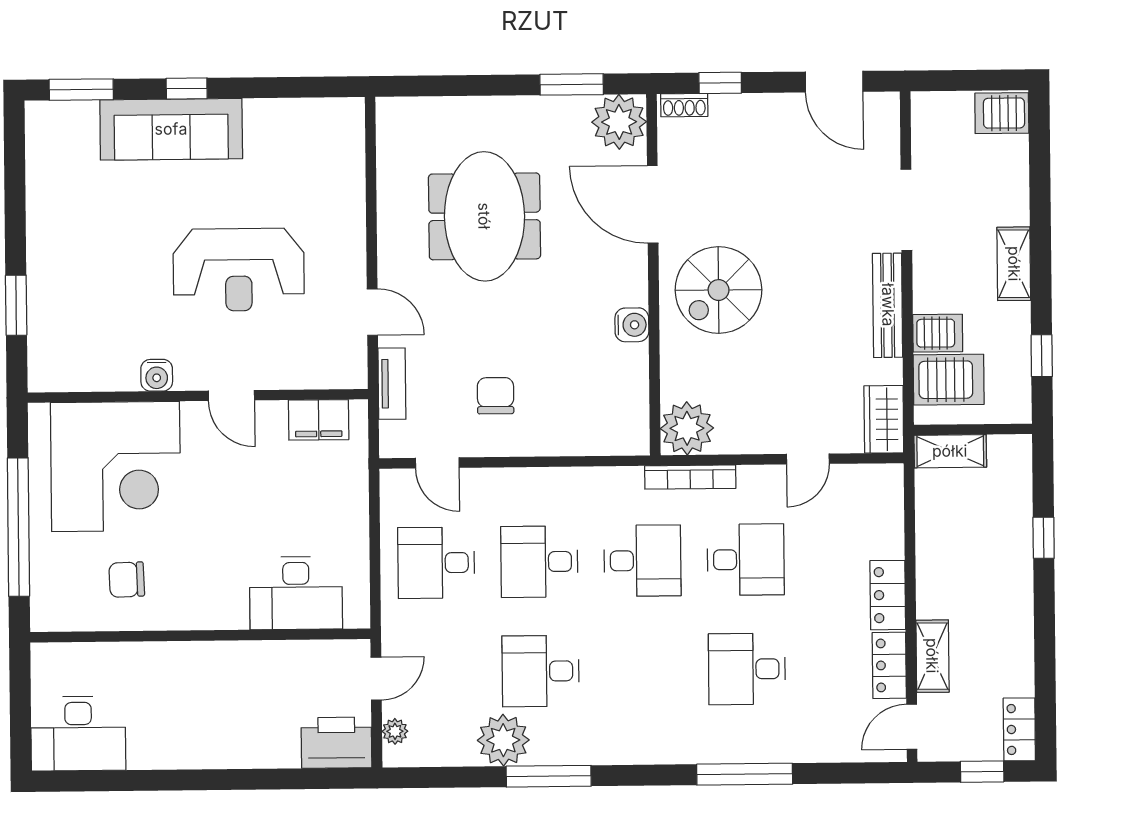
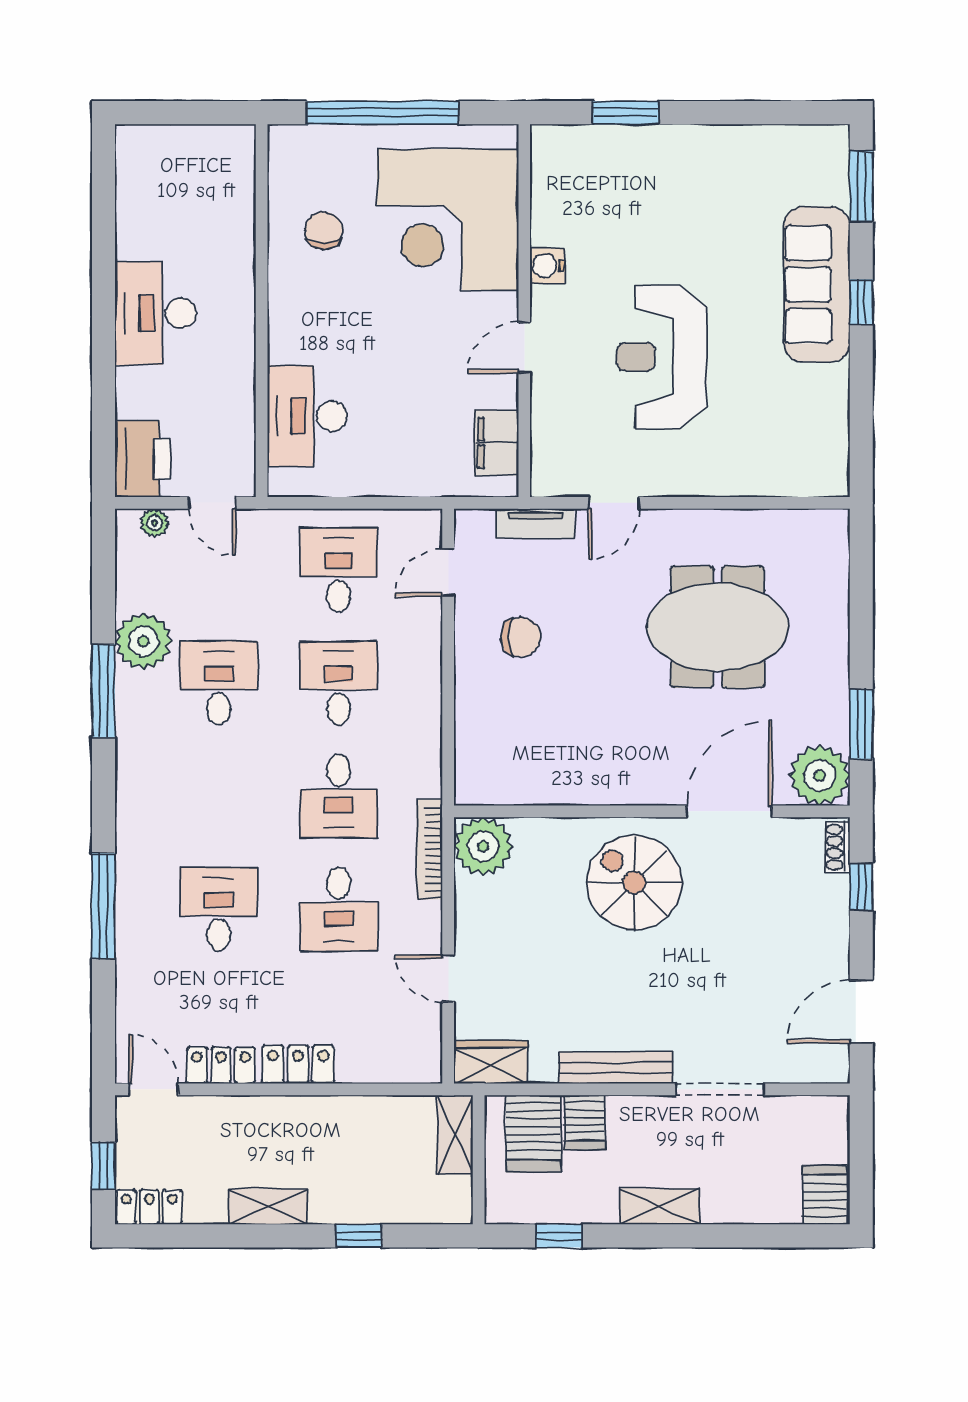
water cooler: (632, 325) -> (597, 787), removed
shelving: (932, 656) -> (268, 1207), moved
desk: (78, 734) -> (156, 313), moved

